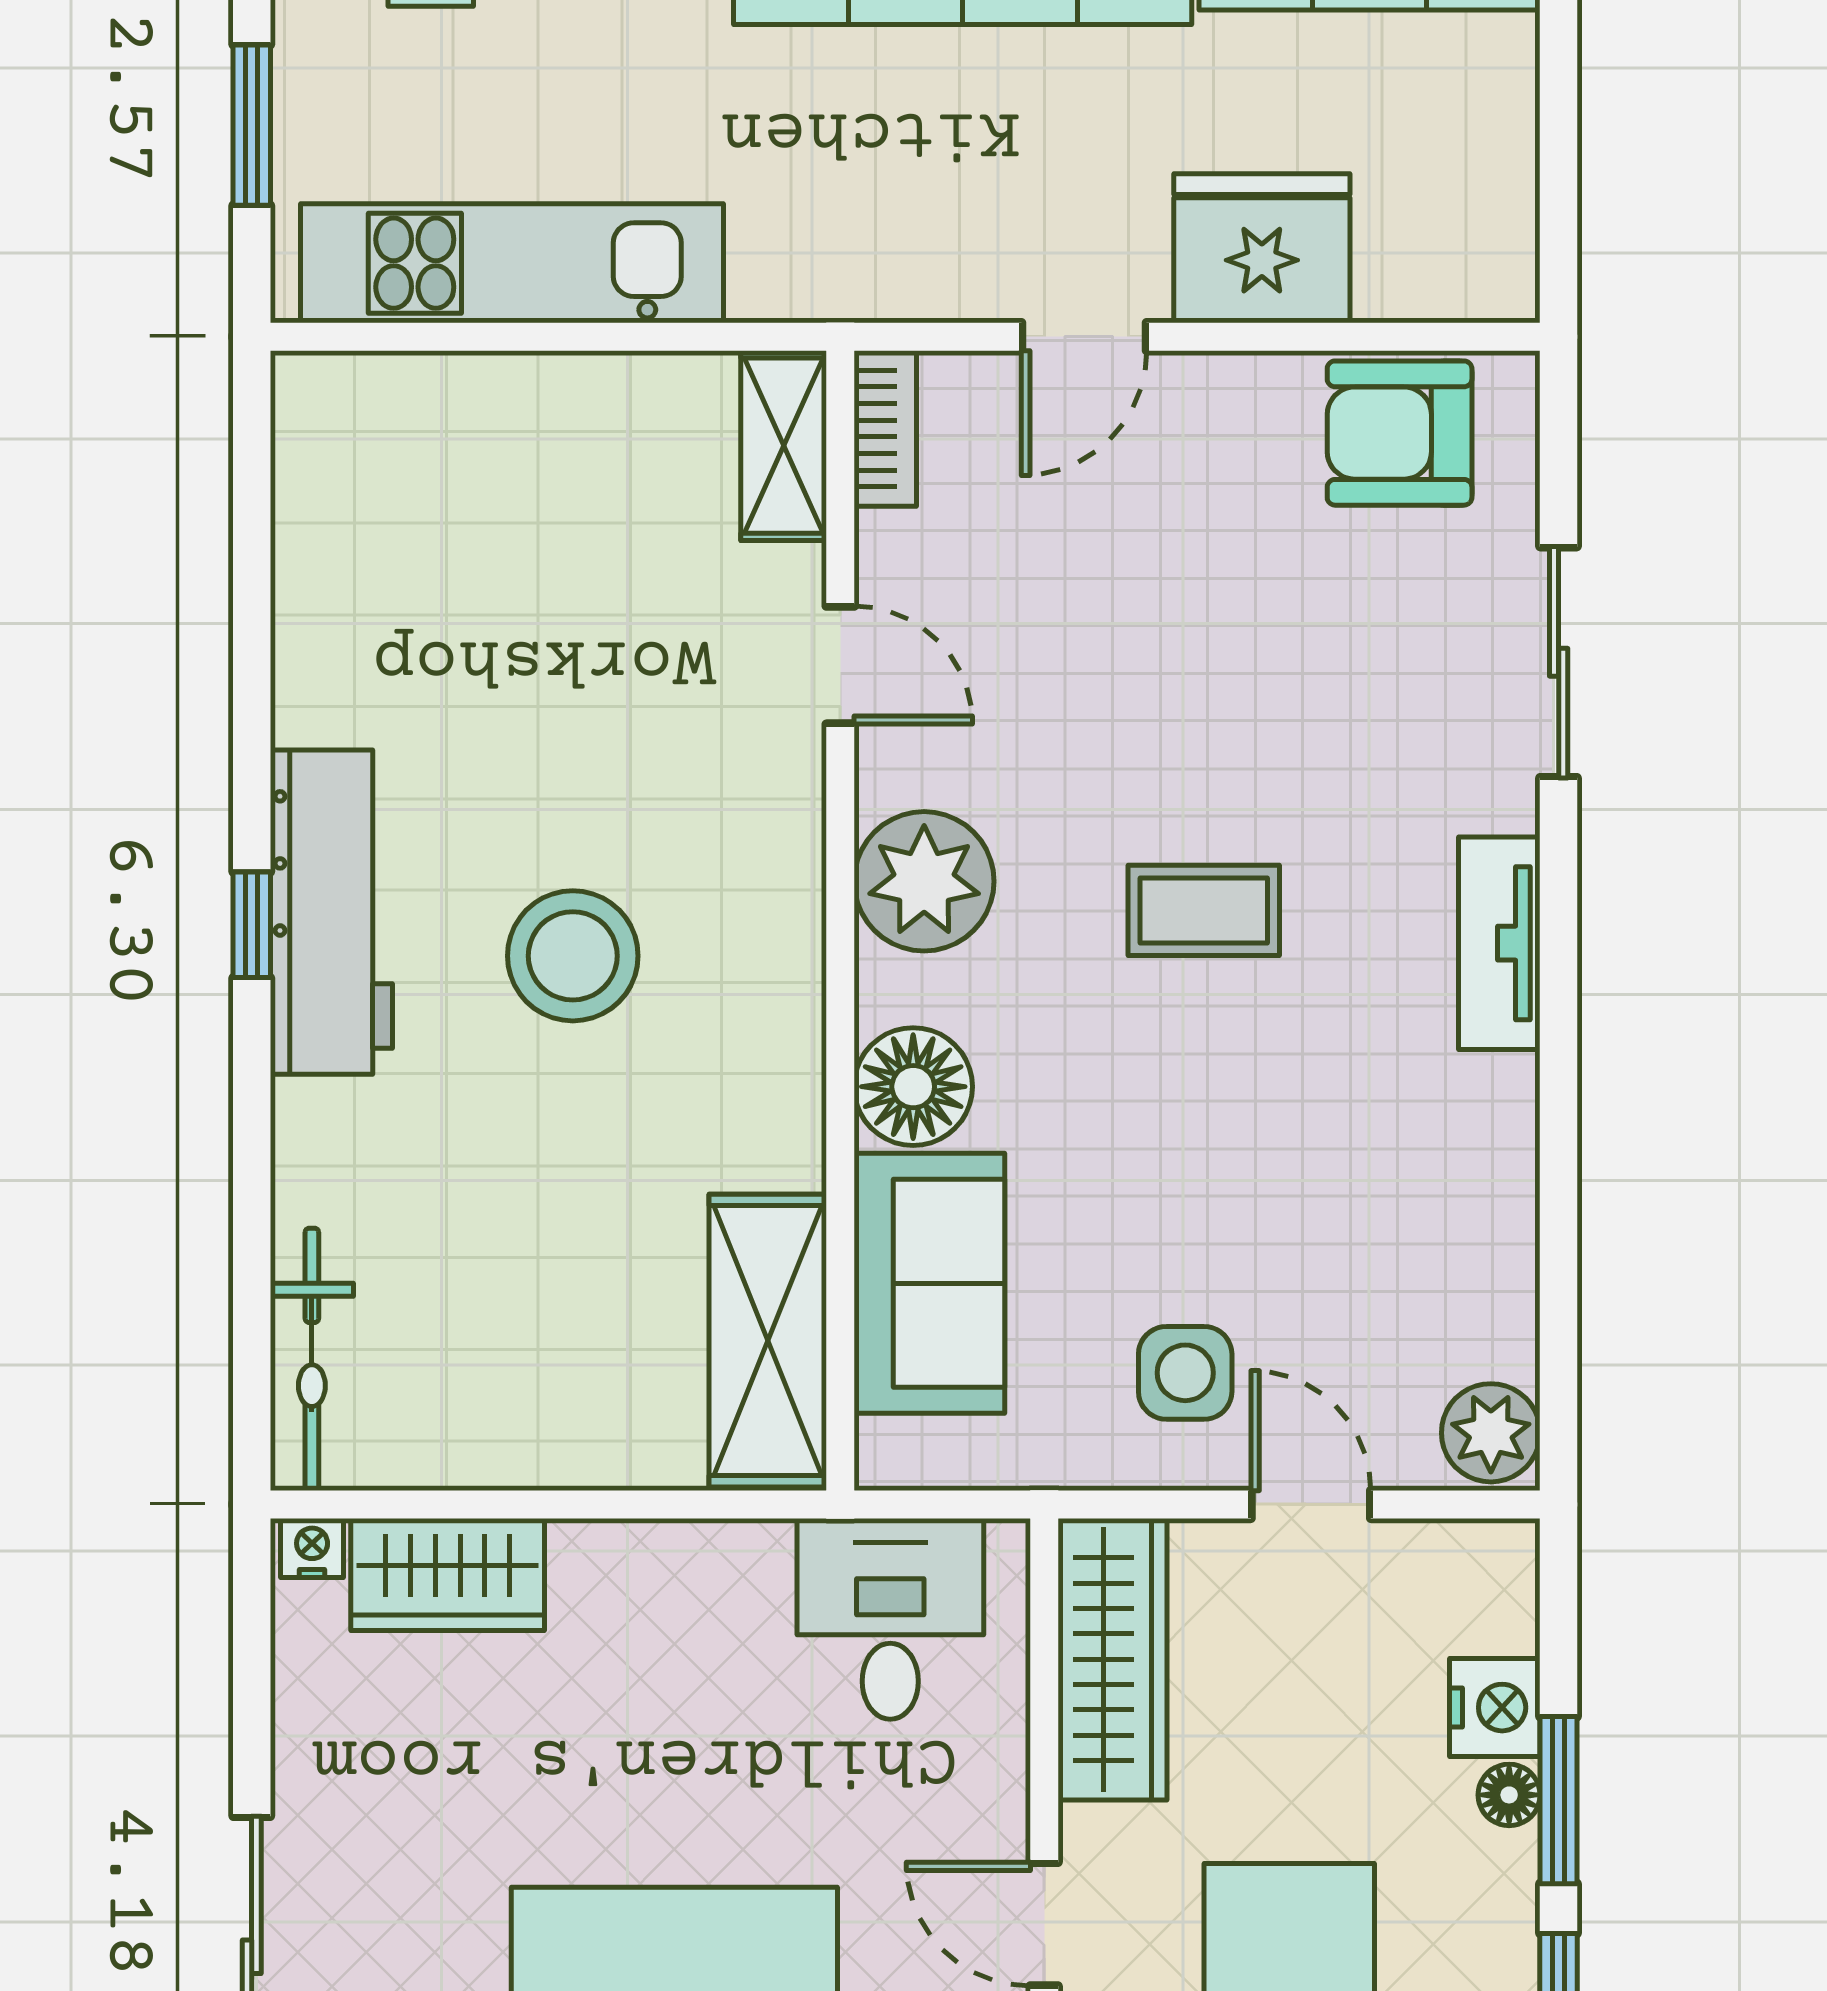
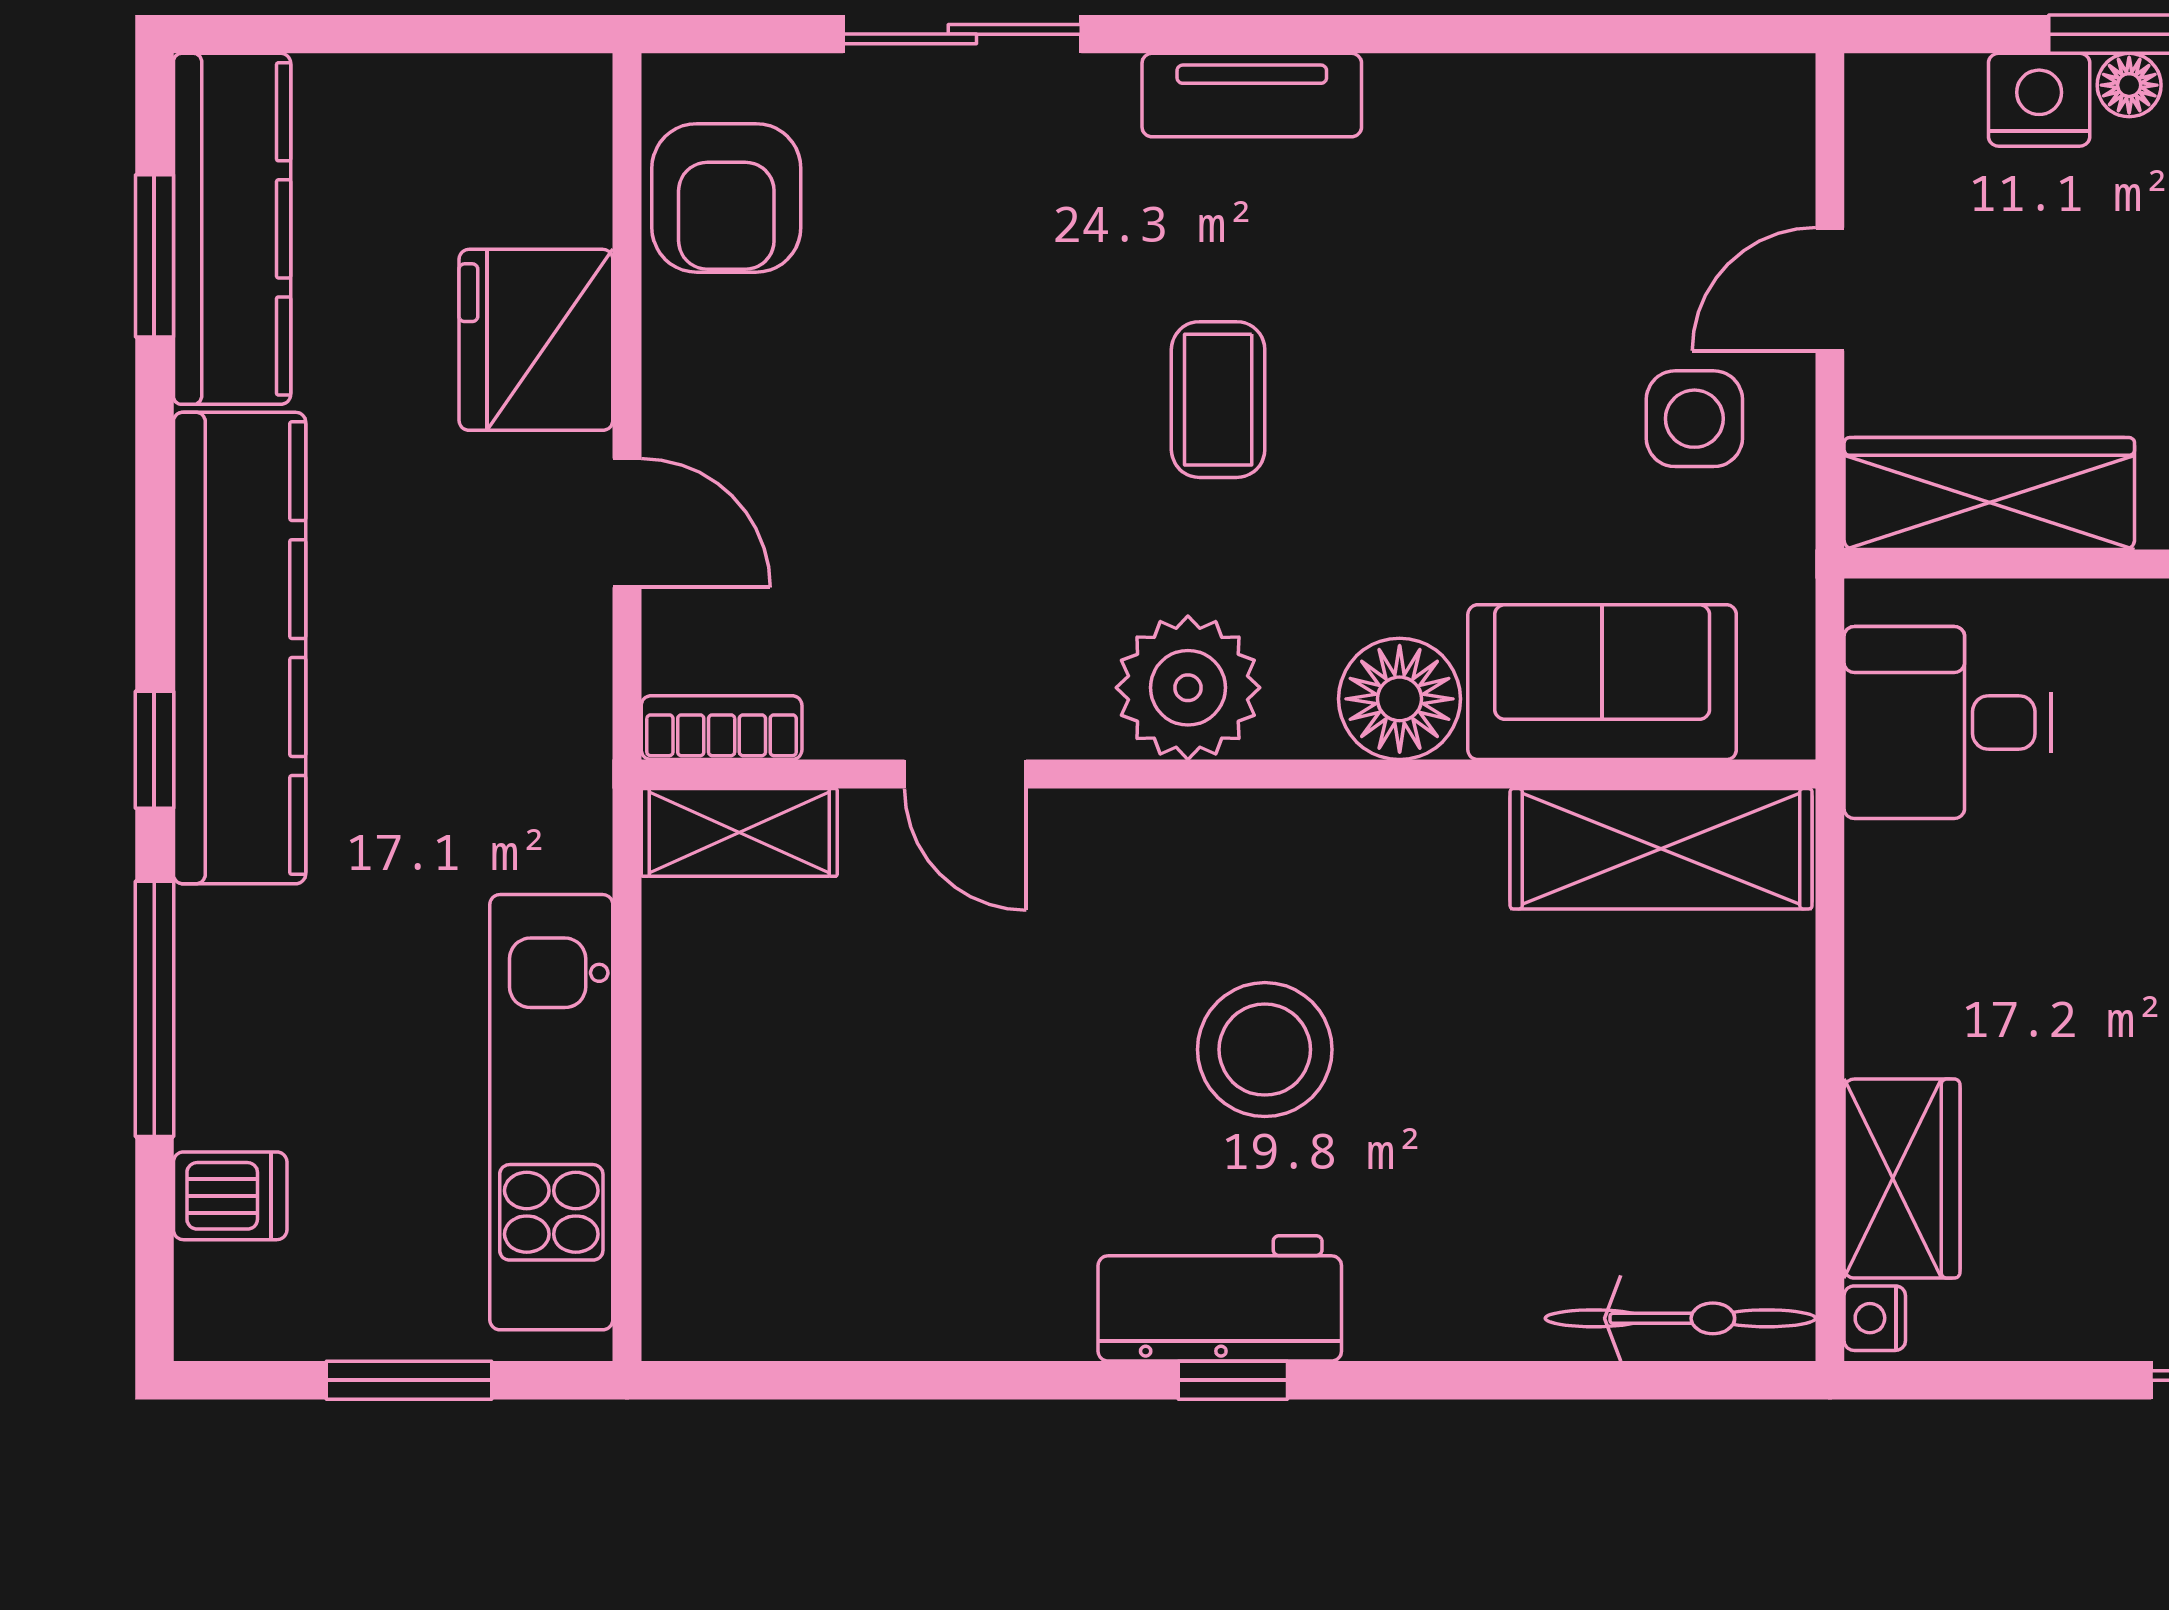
door: (840, 665) -> (965, 774), swing flipped
workbench: (331, 912) -> (1220, 1298), width x0.73
plant: (1491, 1433) -> (1756, 104), removed

